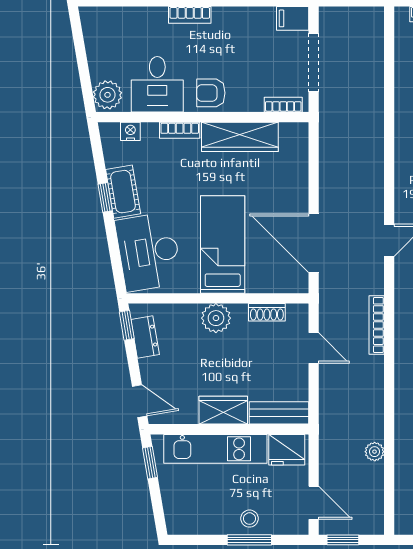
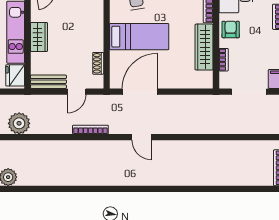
bookcase: (283, 105) -> (224, 60), moved
plant: (216, 318) -> (95, 33), removed
bench: (279, 413) -> (48, 82), moved, turned 90
plant: (375, 452) -> (19, 123), width x1.88, depth x1.88

